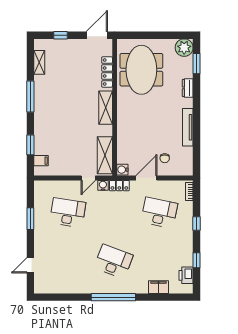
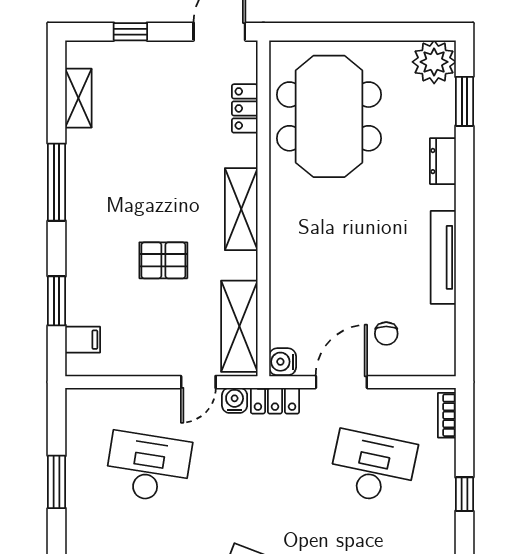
locker: (107, 72) -> (245, 108), width x0.66
pallet: (74, 128) -> (163, 260), added

